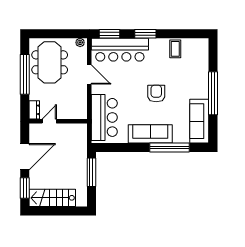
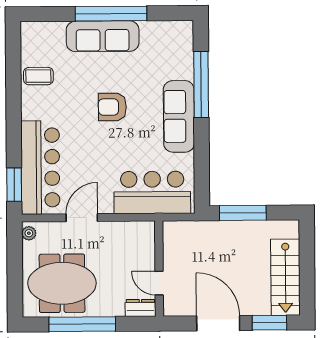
window: (145, 34) -> (14, 126), removed
sofa: (199, 121) -> (103, 36), moved

